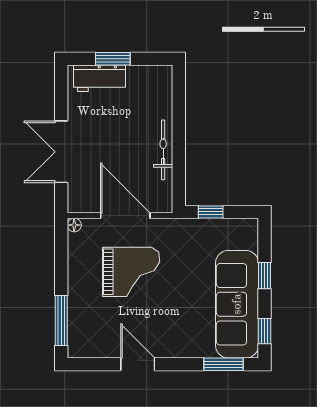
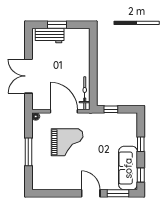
bicycle: (163, 150) -> (85, 93), moved
sofa: (237, 304) -> (128, 168), width x0.74, depth x0.79
window: (61, 321) -> (28, 152), moved
door: (138, 364) -> (91, 193), moved

